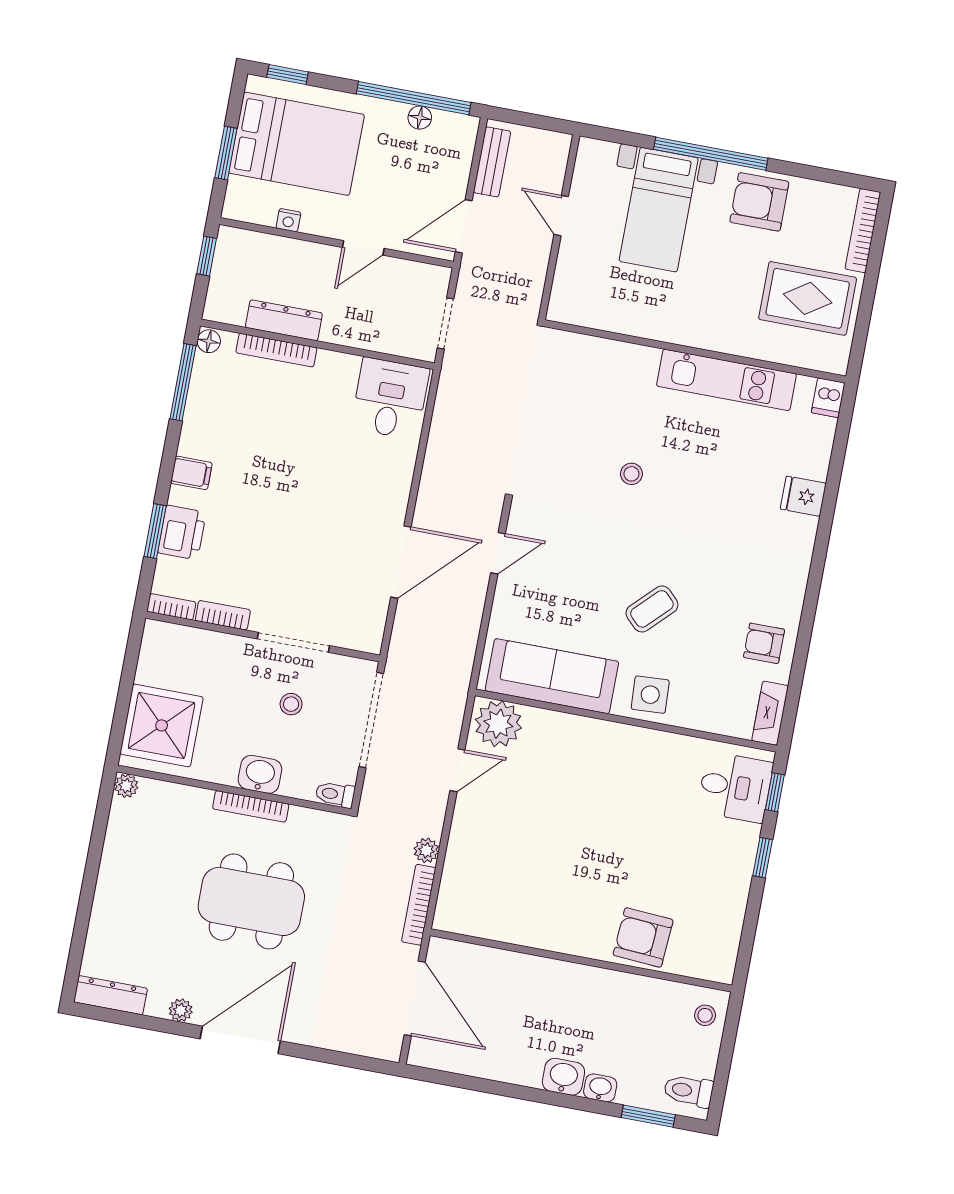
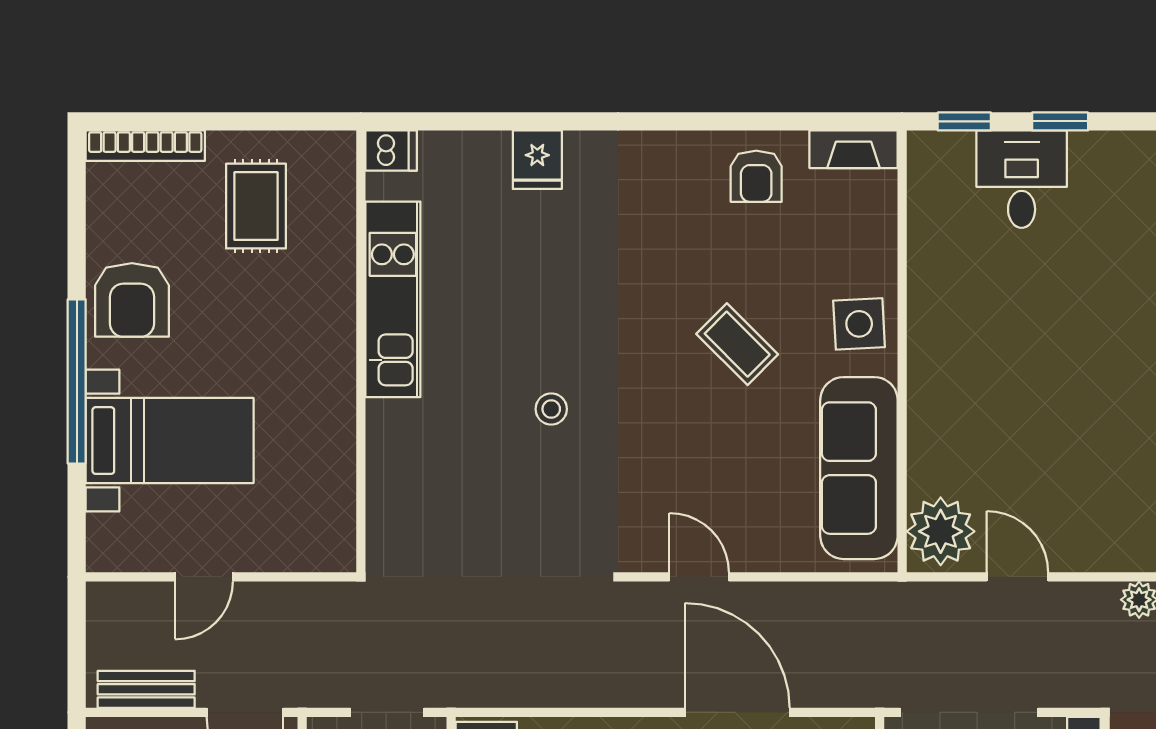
rug: (808, 298) -> (256, 206), width x0.73, depth x0.70
desk: (735, 787) -> (1022, 179), moved

